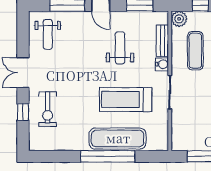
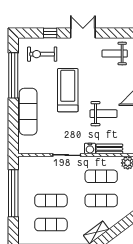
treadmill: (126, 100) -> (68, 90), moved
exercise bike: (48, 109) -> (42, 54), moved
window: (108, 156) -> (13, 75), moved

